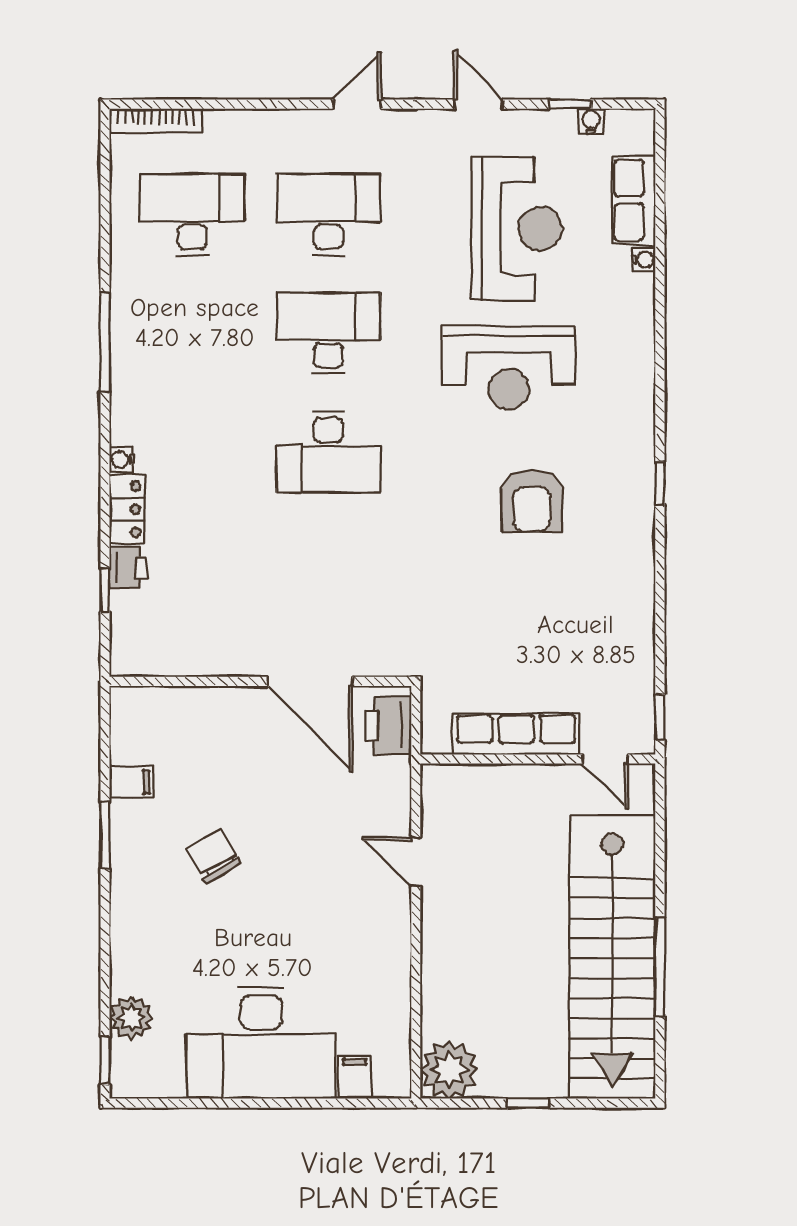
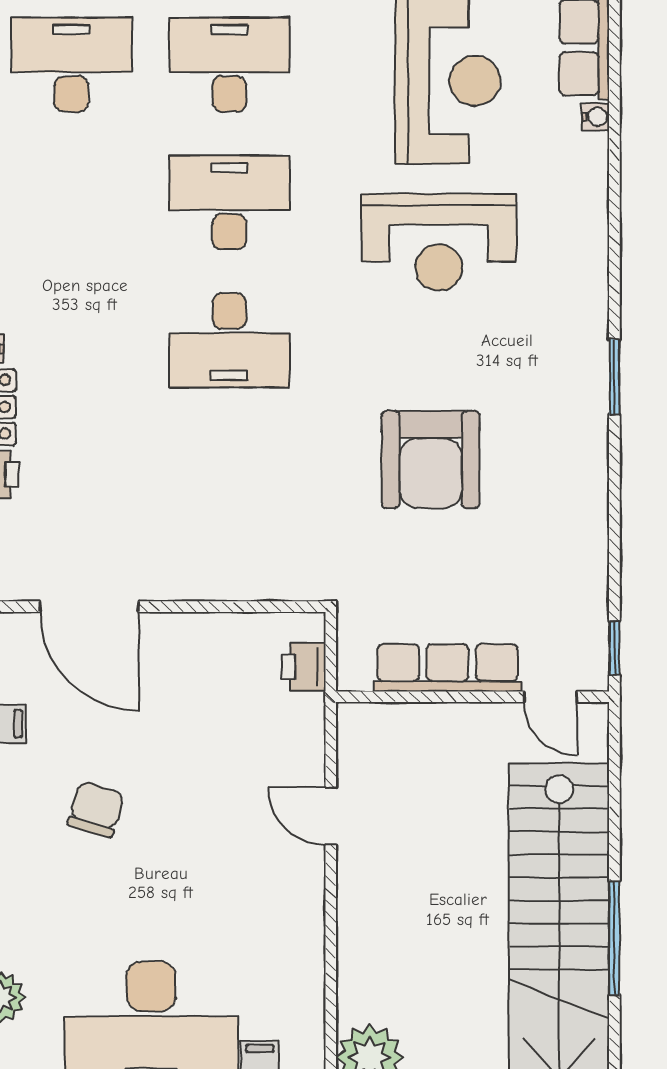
window: (660, 483) -> (614, 377), width x1.50
armchair: (532, 500) -> (431, 459), moved, width x1.36, depth x1.36
door: (310, 681) -> (89, 607), moved
printer: (388, 725) -> (304, 667), width x0.73, depth x0.81
chair: (214, 856) -> (96, 809), turned 47

